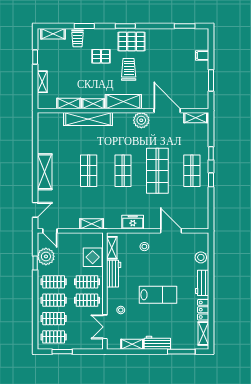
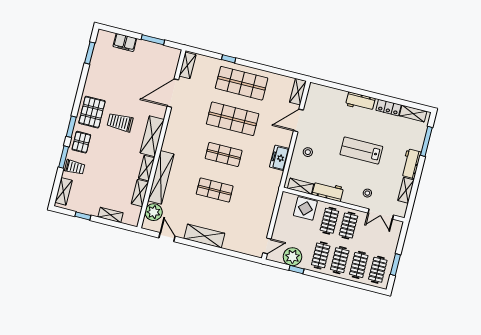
window: (125, 26) -> (71, 127), moved
filing cabinet: (202, 55) -> (125, 42), width x2.00
pallet: (101, 56) -> (81, 142), moved
plant: (141, 120) -> (154, 212), moved
shop shelf: (192, 171) -> (242, 83), width x1.43, depth x1.36
window: (211, 180) -> (256, 66), removed
door: (35, 210) -> (167, 237), moved
shelving: (92, 224) -> (298, 92), moved
stool: (201, 257) -> (334, 96), removed
lab bench: (158, 295) -> (361, 150), turned -90

